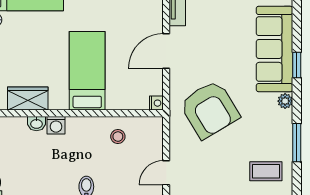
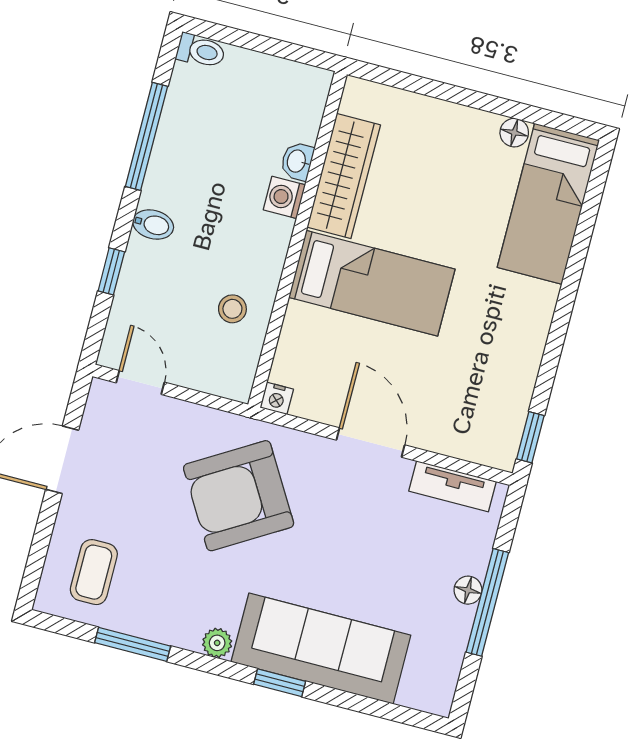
wardrobe: (28, 99) -> (344, 176), width x1.50

